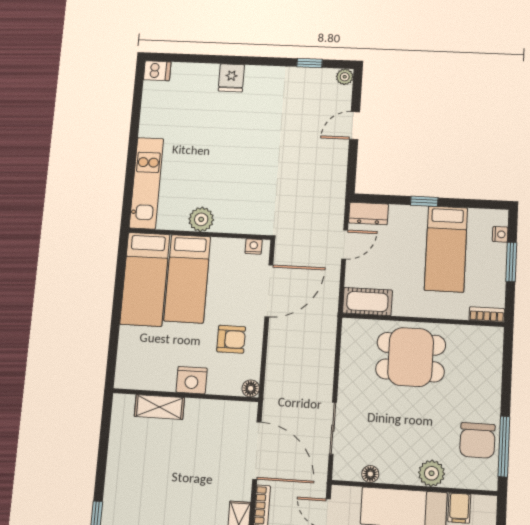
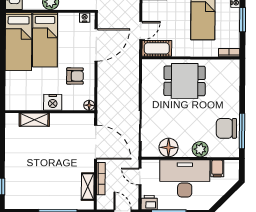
door: (345, 244) -> (141, 31), moved
chair: (477, 440) -> (226, 128), turned 90
floor lamp: (370, 474) -> (169, 147), width x1.89, depth x1.89

